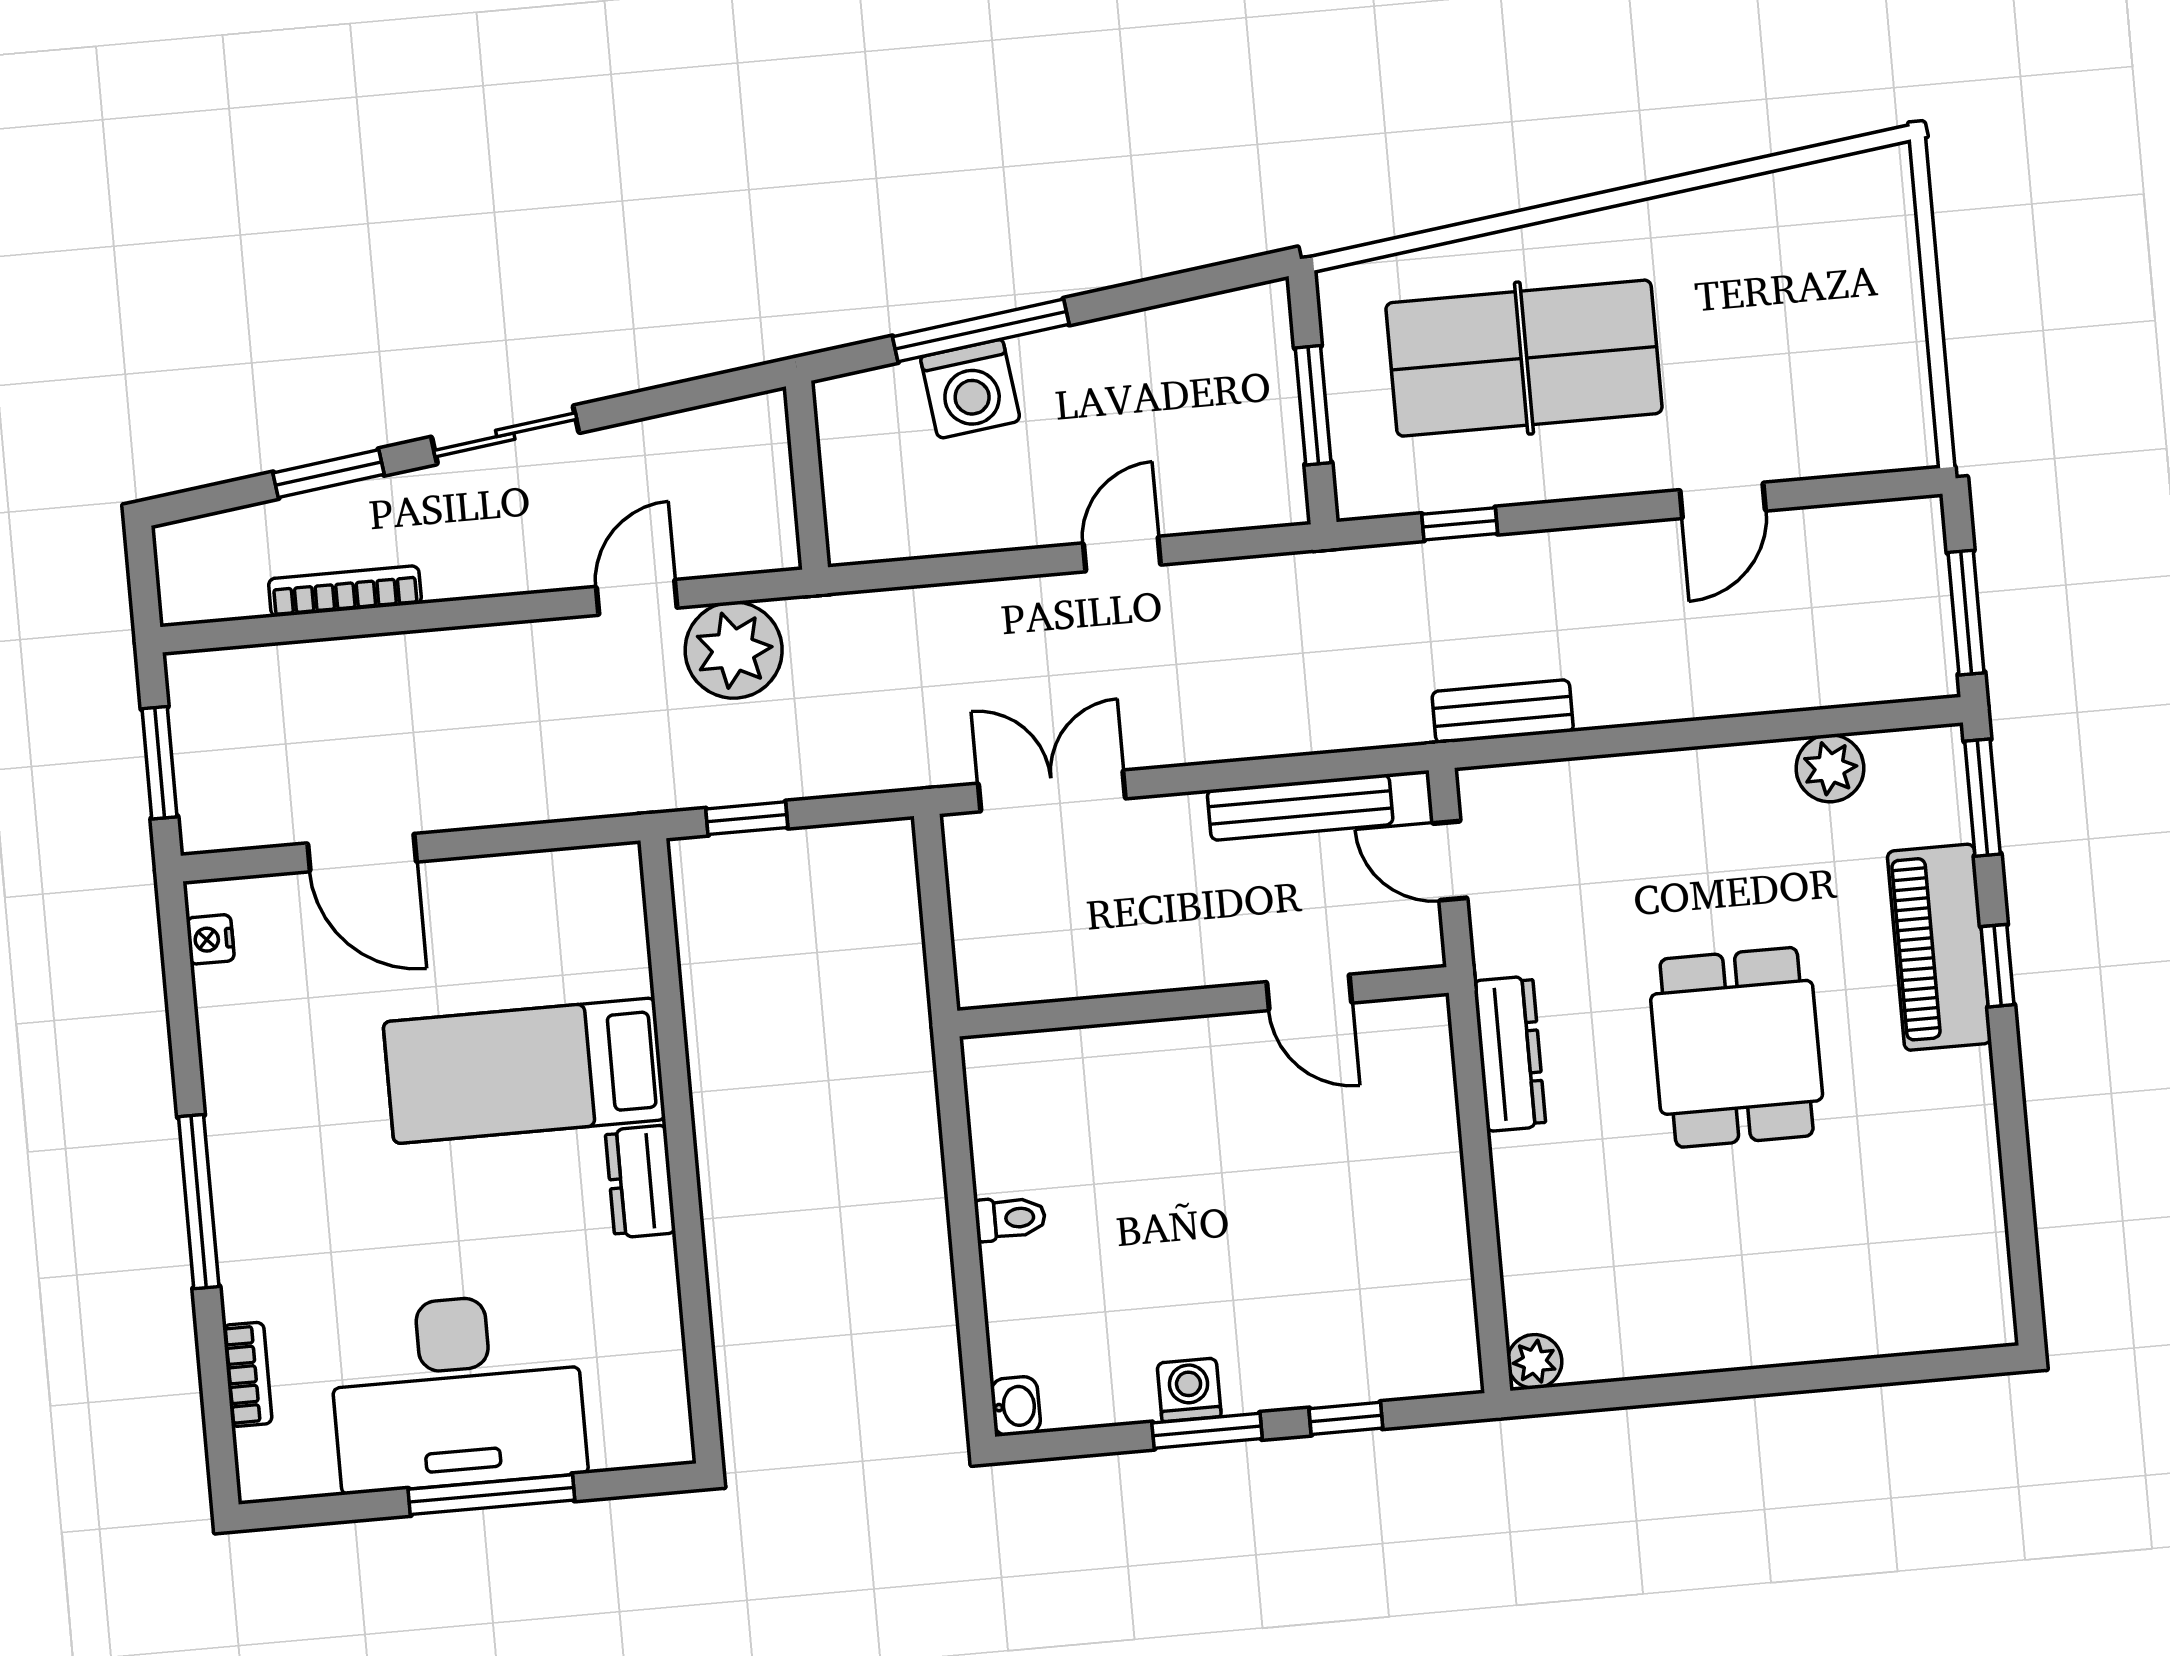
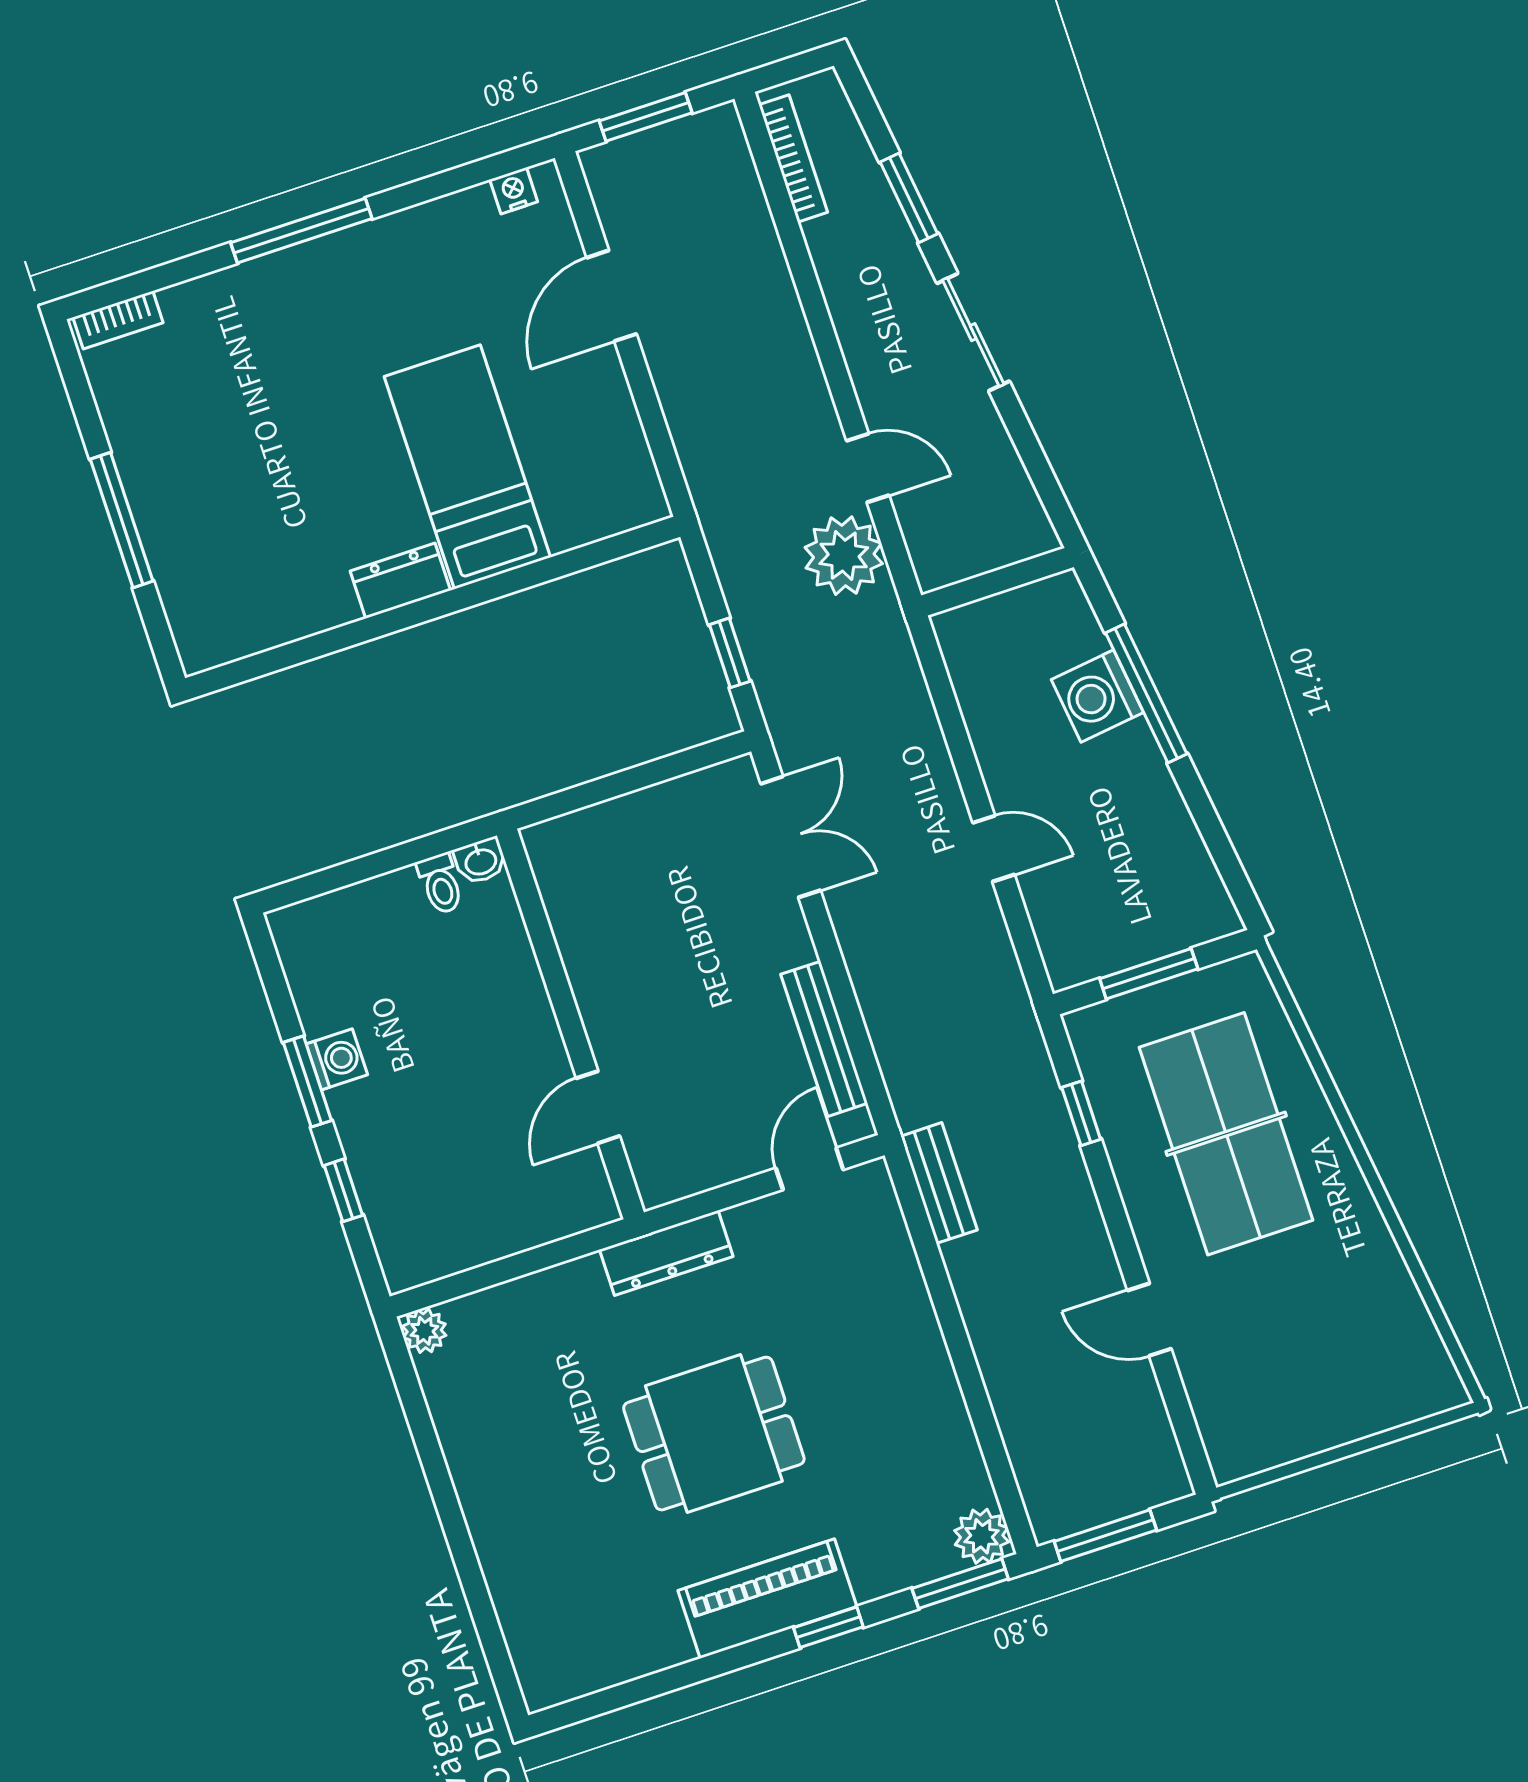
bookcase: (345, 591) -> (793, 159), moved
plant: (1830, 768) -> (982, 1536), moved
window: (747, 818) -> (730, 653), moved
piano: (1939, 947) -> (767, 1599), moved
door: (1309, 992) -> (598, 1107), moved
wall: (1203, 1002) -> (570, 1024), moved
bookcase: (247, 1374) -> (118, 320), moved
desk: (457, 1392) -> (198, 473), removed
washbasin: (1016, 1406) -> (480, 861), moved

